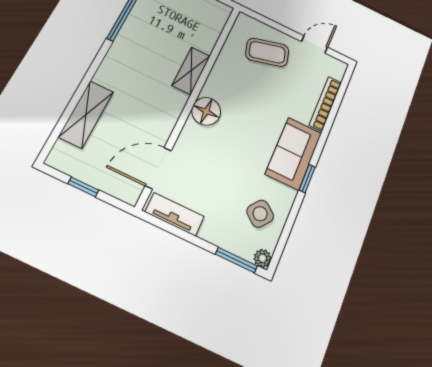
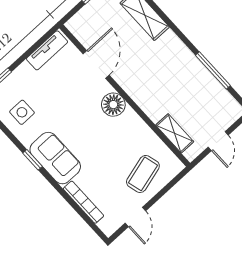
shelving: (191, 71) -> (175, 133), moved
door: (158, 168) -> (96, 64), moved
side table: (260, 214) -> (22, 112), turned -38

